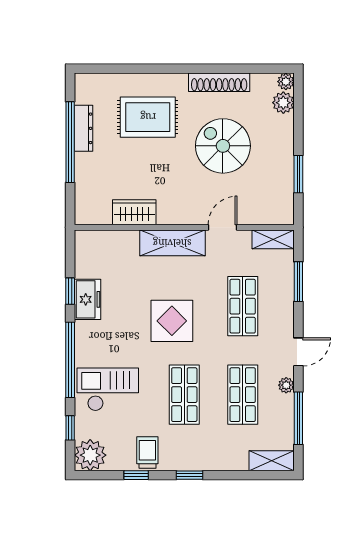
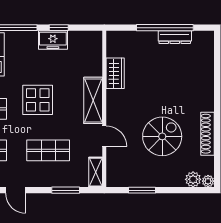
rug: (148, 117) -> (183, 83), removed

